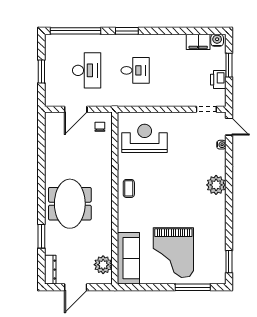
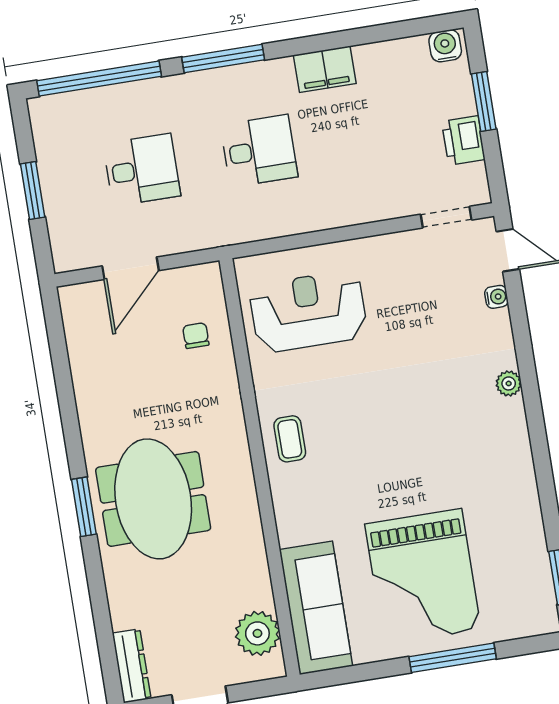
window: (127, 31) -> (223, 58), width x1.44
filing cabinet: (198, 42) -> (325, 69), moved
desk: (87, 70) -> (142, 170), width x0.73
chair: (100, 127) -> (196, 336), moved
plant: (216, 185) -> (509, 383), width x0.53, depth x0.53
window: (41, 236) -> (84, 507), moved
window: (193, 287) -> (453, 658), moved

